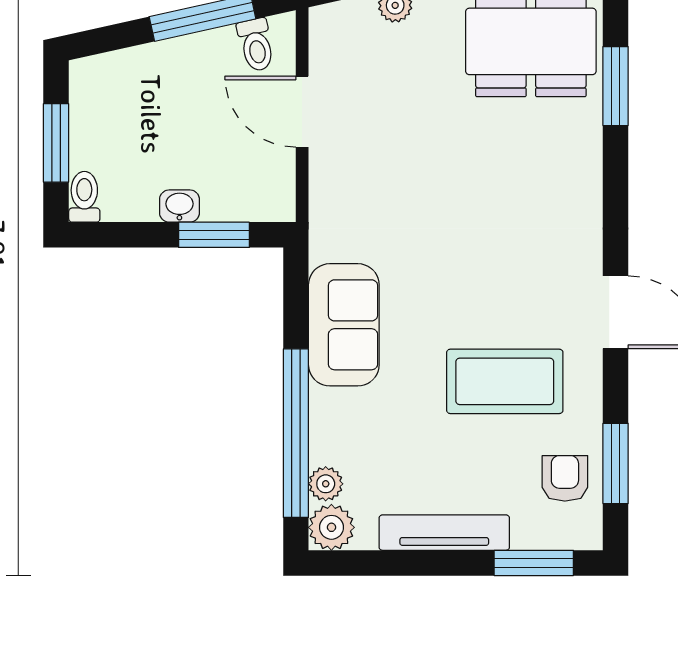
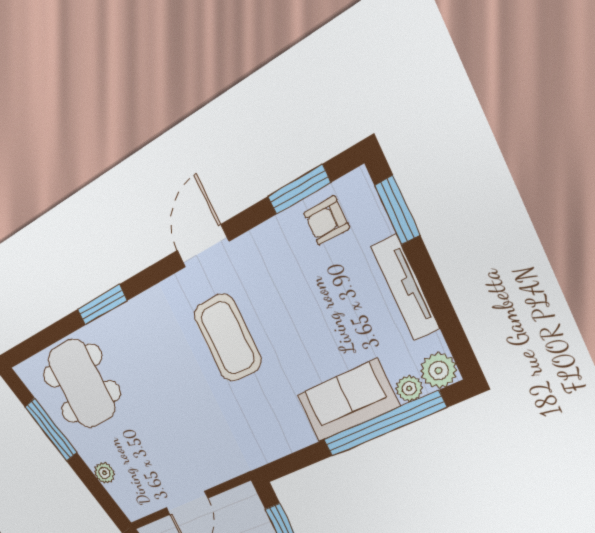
window: (616, 86) -> (102, 305), moved
sofa: (344, 325) -> (348, 401), moved
coffee table: (505, 381) -> (228, 338), moved

